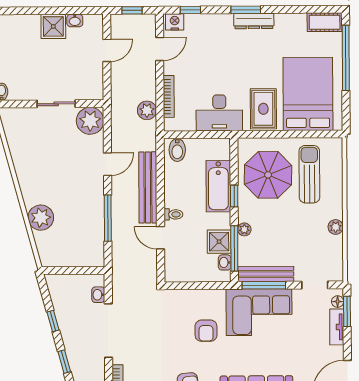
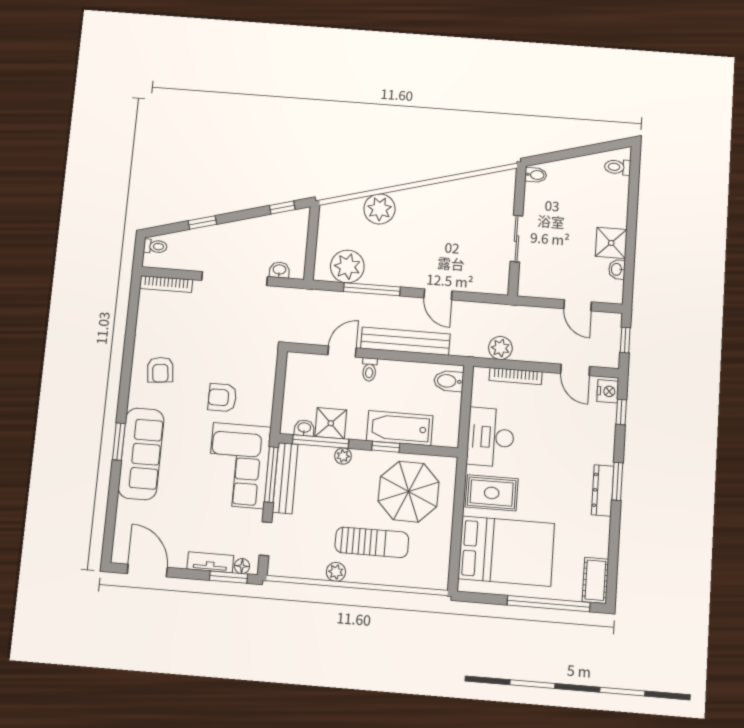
plant: (90, 121) -> (347, 266), moved
sun lounger: (309, 174) -> (372, 542), moved
window: (53, 321) -> (282, 208), moved

